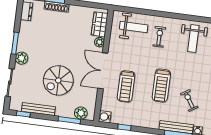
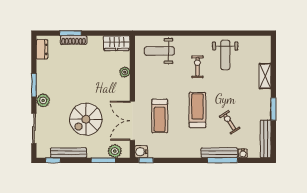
wardrobe: (100, 24) -> (117, 43), moved, turned -90
weight bench: (134, 27) -> (159, 51), turned 180
exercise bike: (159, 37) -> (197, 67), moved
double door: (103, 71) -> (132, 121), moved
treadmill: (161, 85) -> (197, 110), turned 180
window: (124, 127) -> (146, 160), moved

